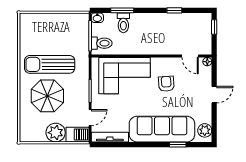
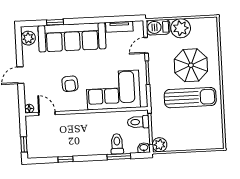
plant: (82, 20) -> (160, 145), added
tv unit: (110, 137) -> (119, 27), width x0.71

